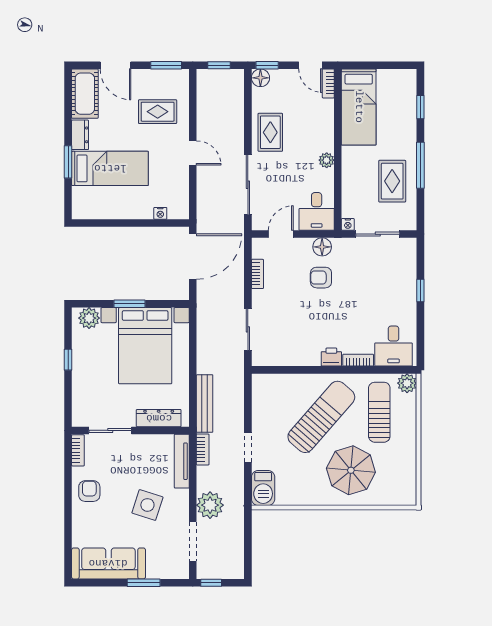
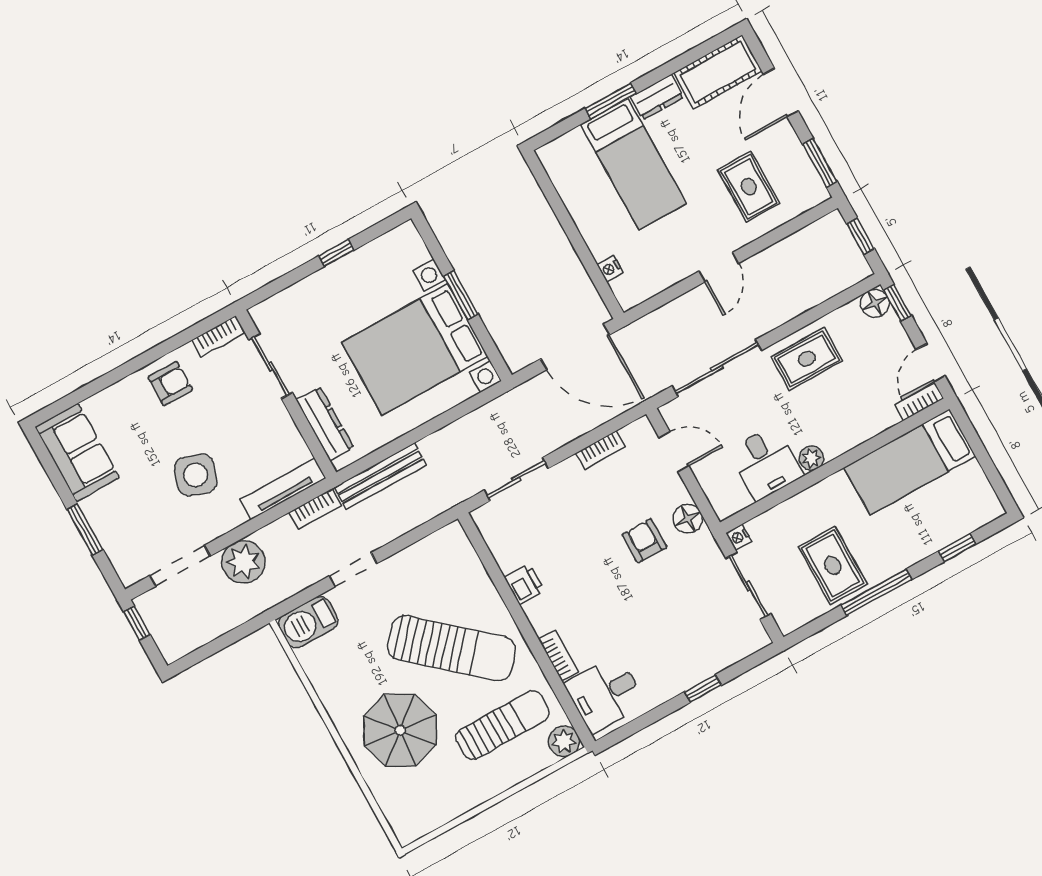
rug: (392, 181) -> (833, 565), turned 90
desk: (317, 211) -> (766, 463), moved, turned -90
plant: (89, 318) -> (410, 250), removed
printer: (331, 357) -> (524, 584), moved
sofa: (108, 563) -> (77, 452), width x0.73

